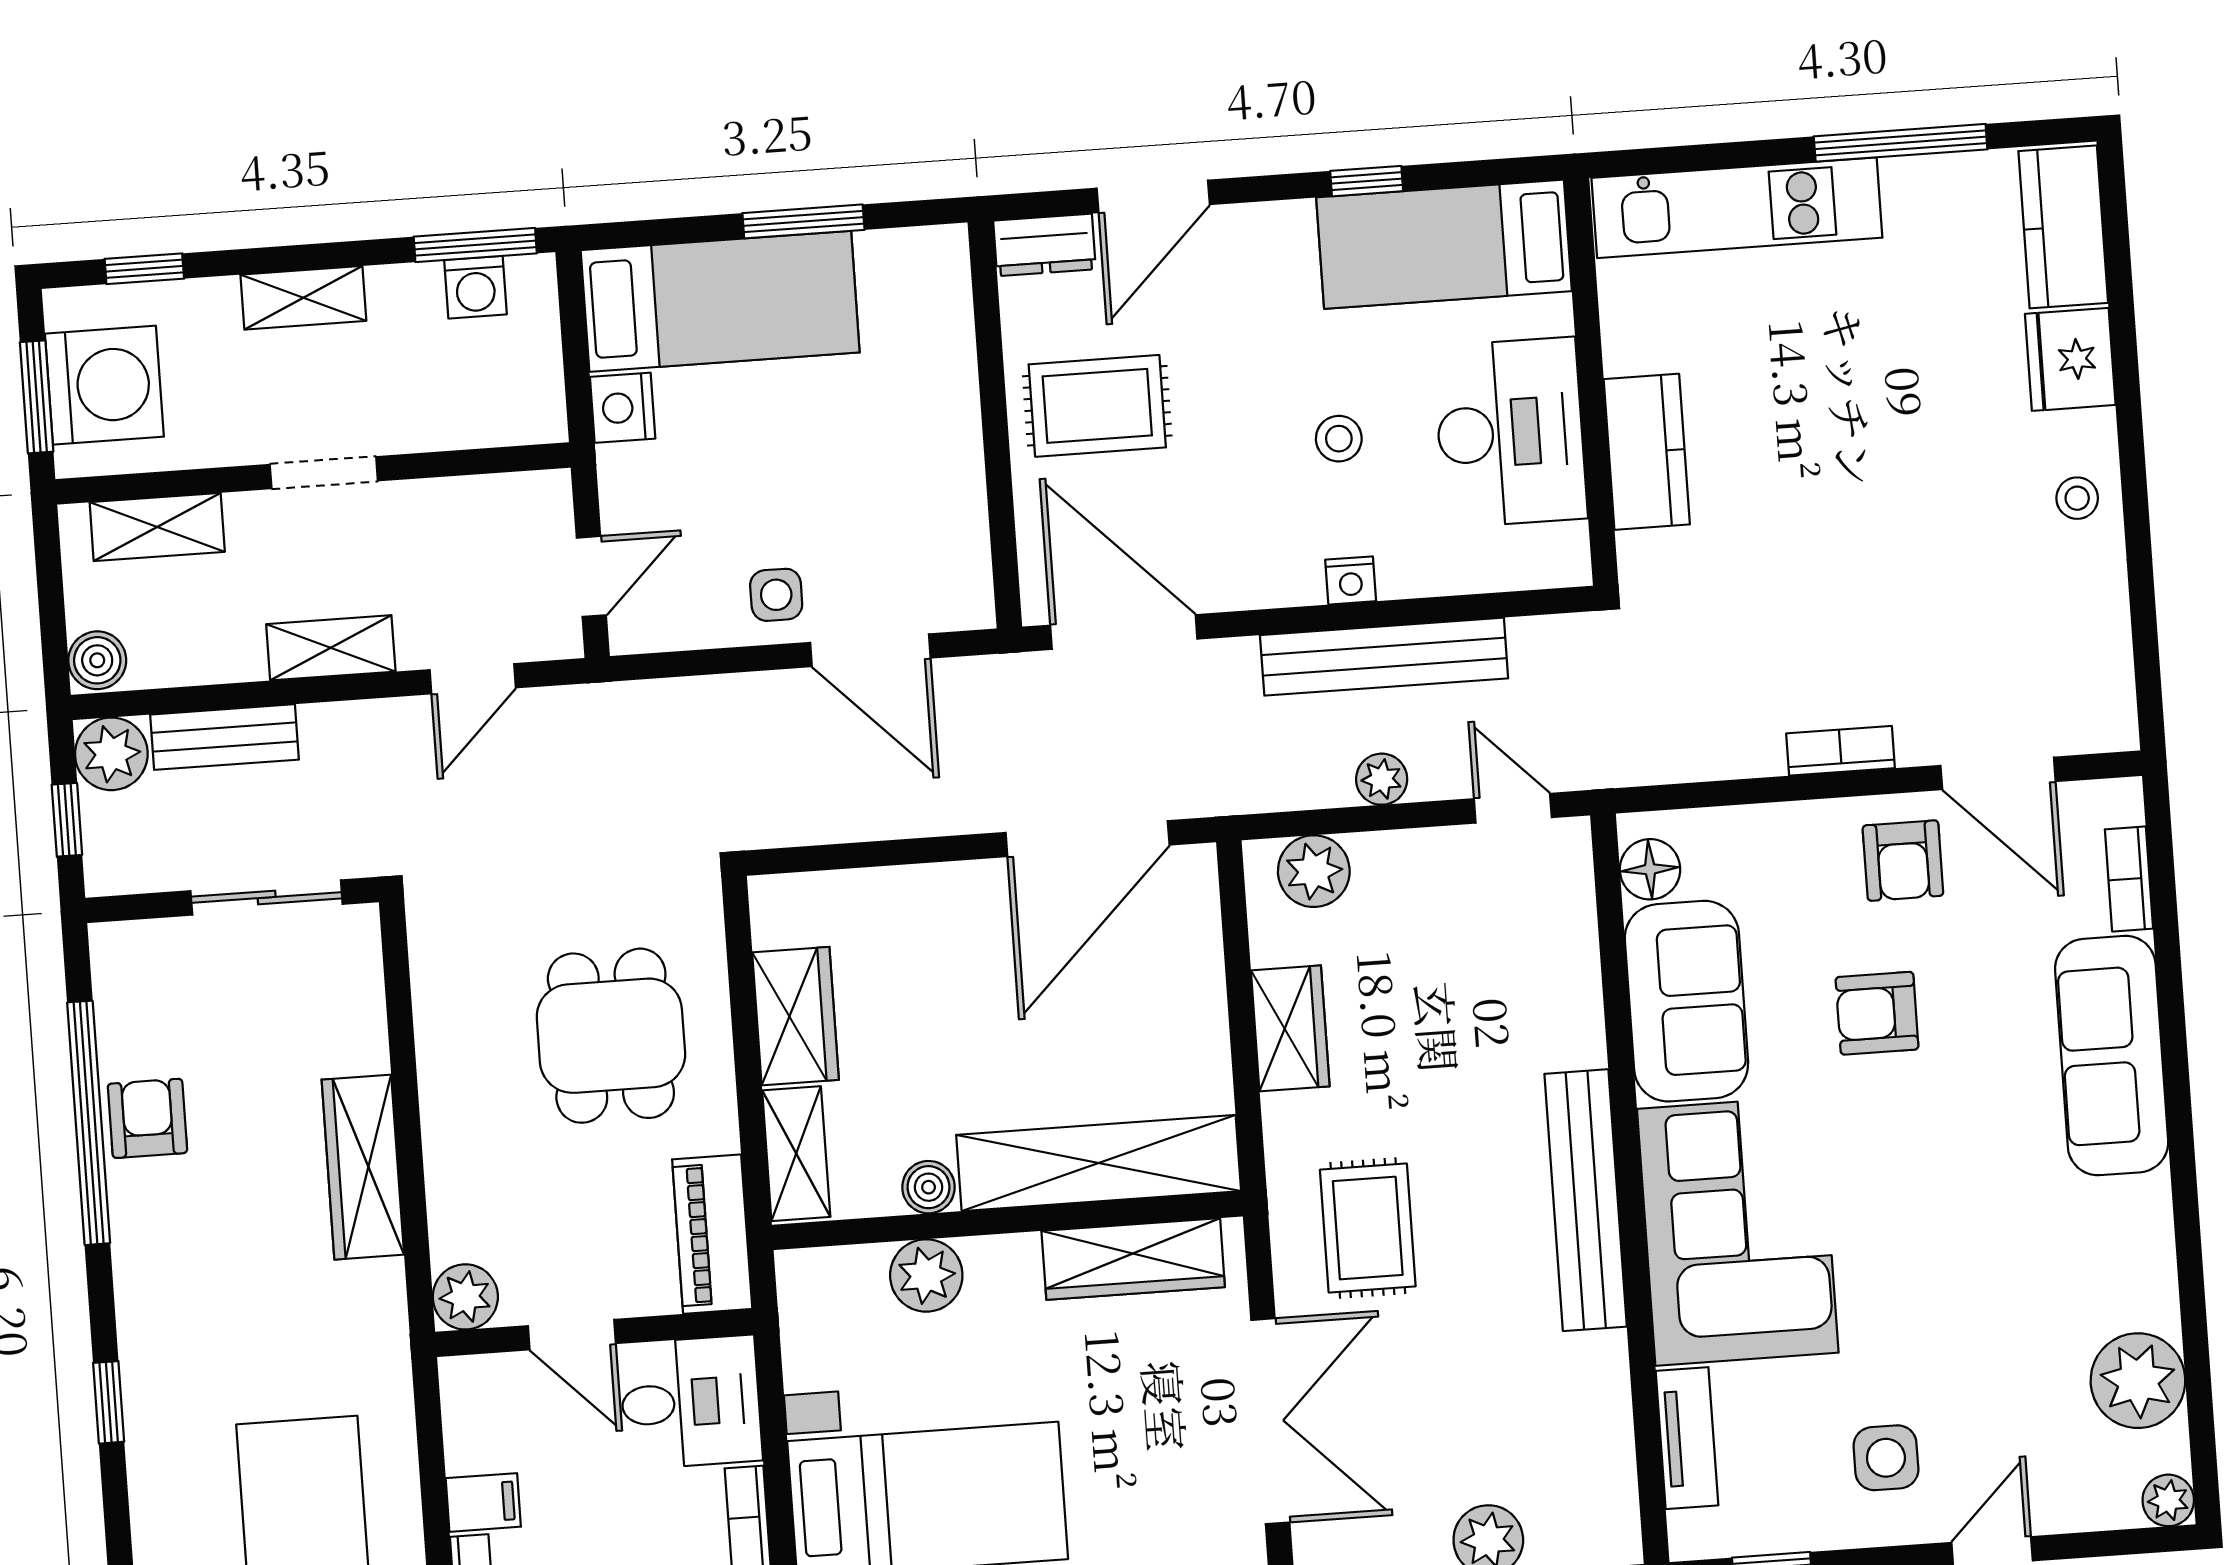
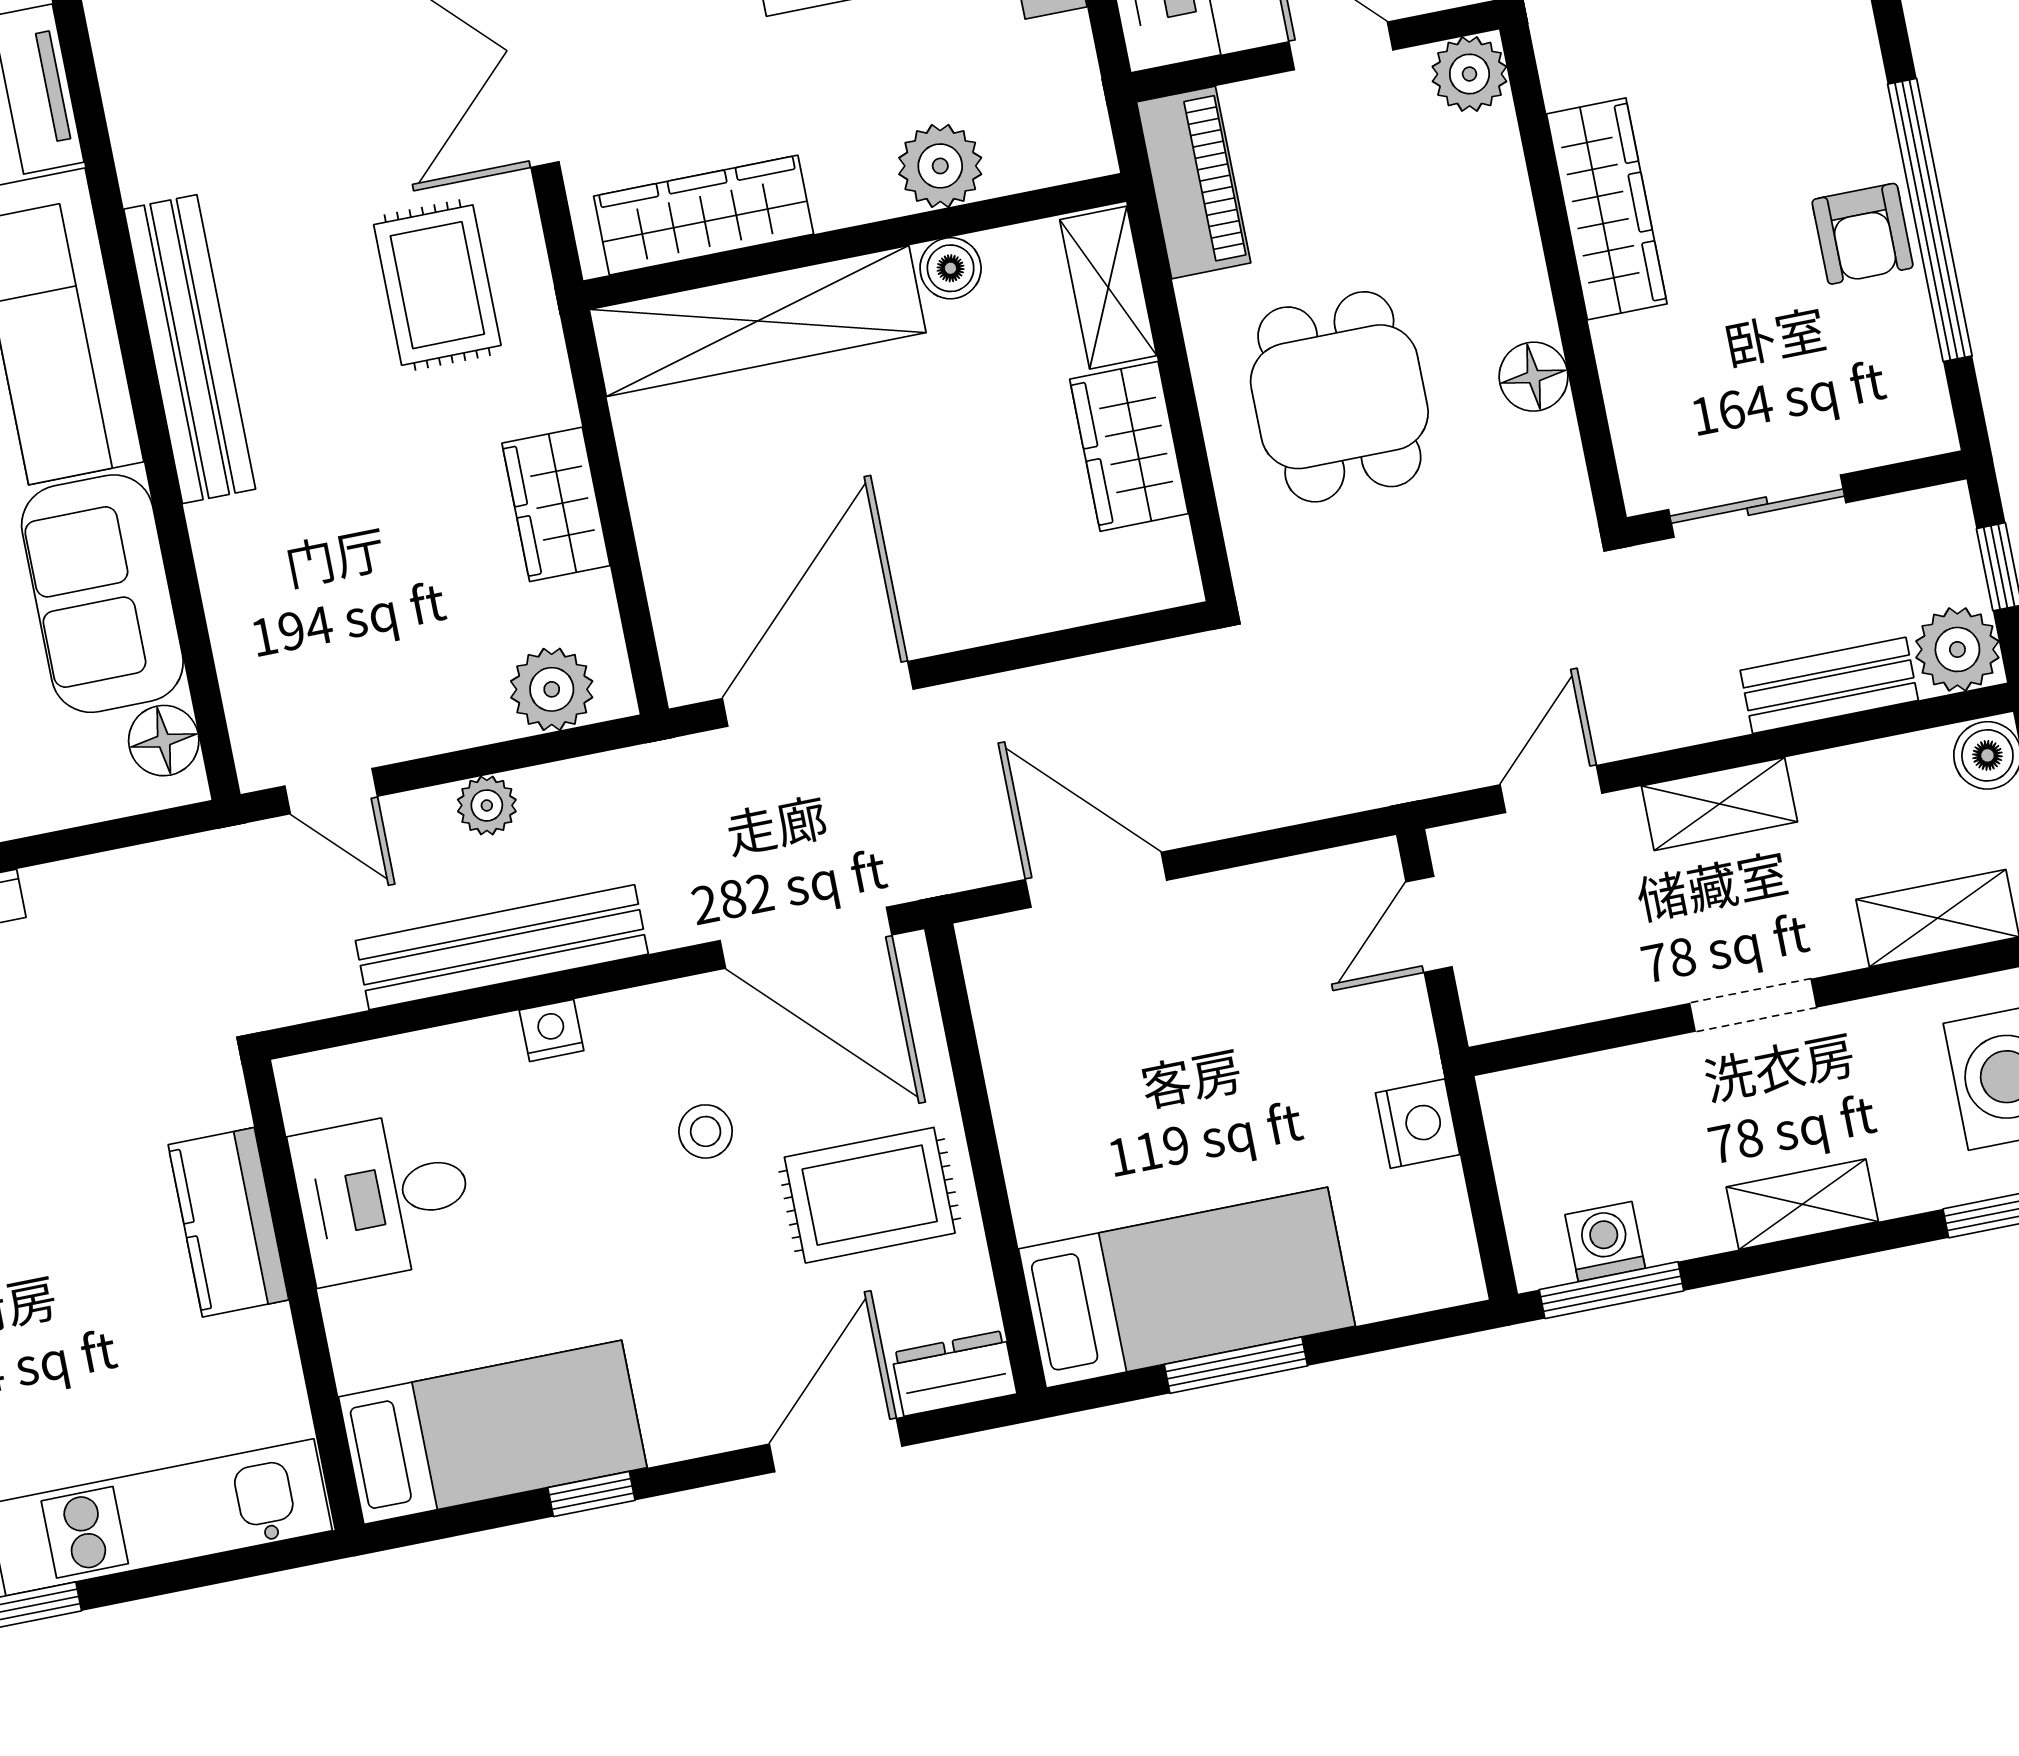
bed: (720, 301) -> (1187, 1288), moved, turned 180
desk: (1510, 432) -> (383, 1196), width x0.73
stool: (1339, 439) -> (706, 1131), moved
side table: (776, 595) -> (1213, 930), removed
floor lamp: (443, 1032) -> (1534, 377), added

